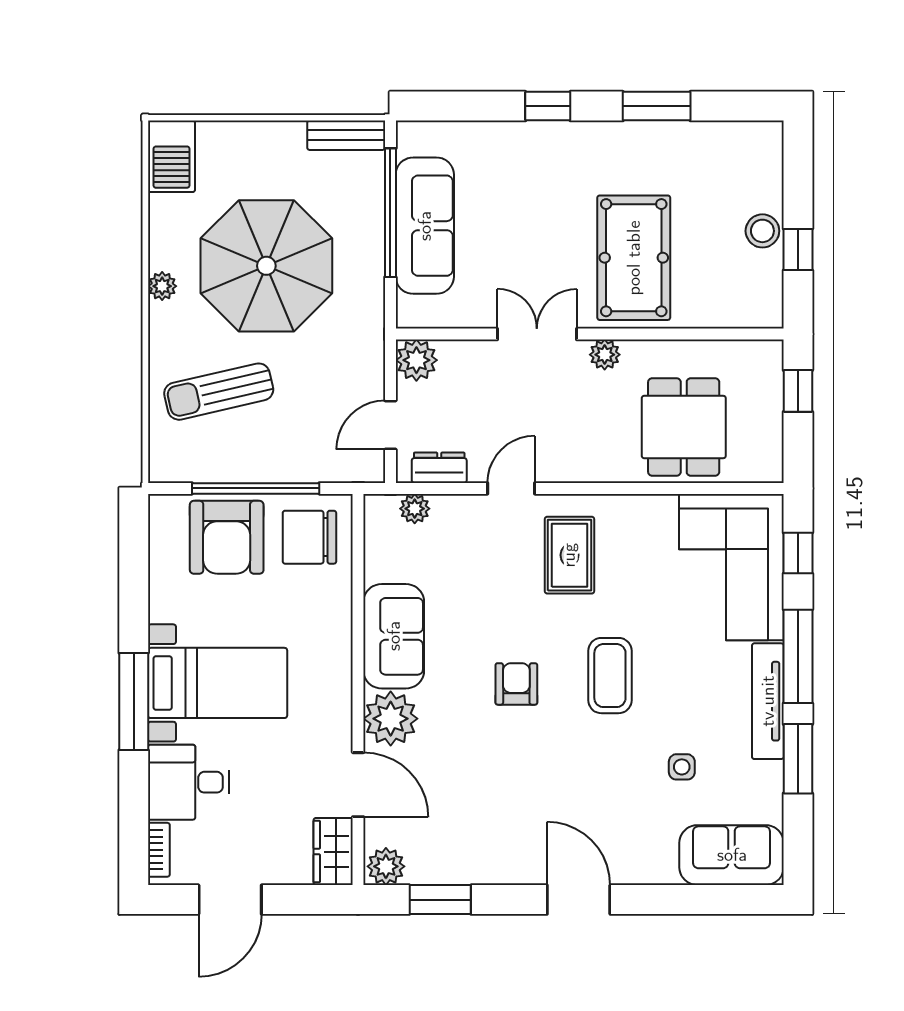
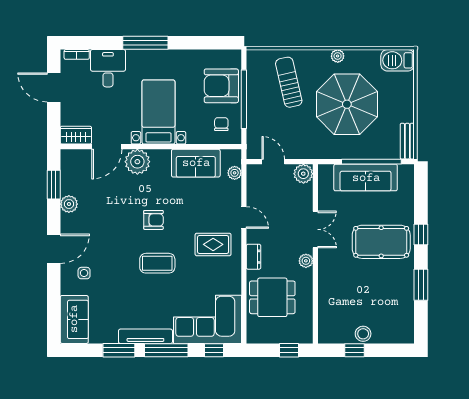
pool table: (634, 258) -> (381, 242), moved
dresser: (439, 468) -> (254, 257), moved
chair: (309, 537) -> (221, 124), width x0.54, depth x0.54
sofa: (394, 636) -> (196, 163), moved
bed with nightstands: (218, 683) -> (158, 112), moved, turned 180
side table: (682, 767) -> (84, 273), moved
plant: (386, 866) -> (69, 204), moved

